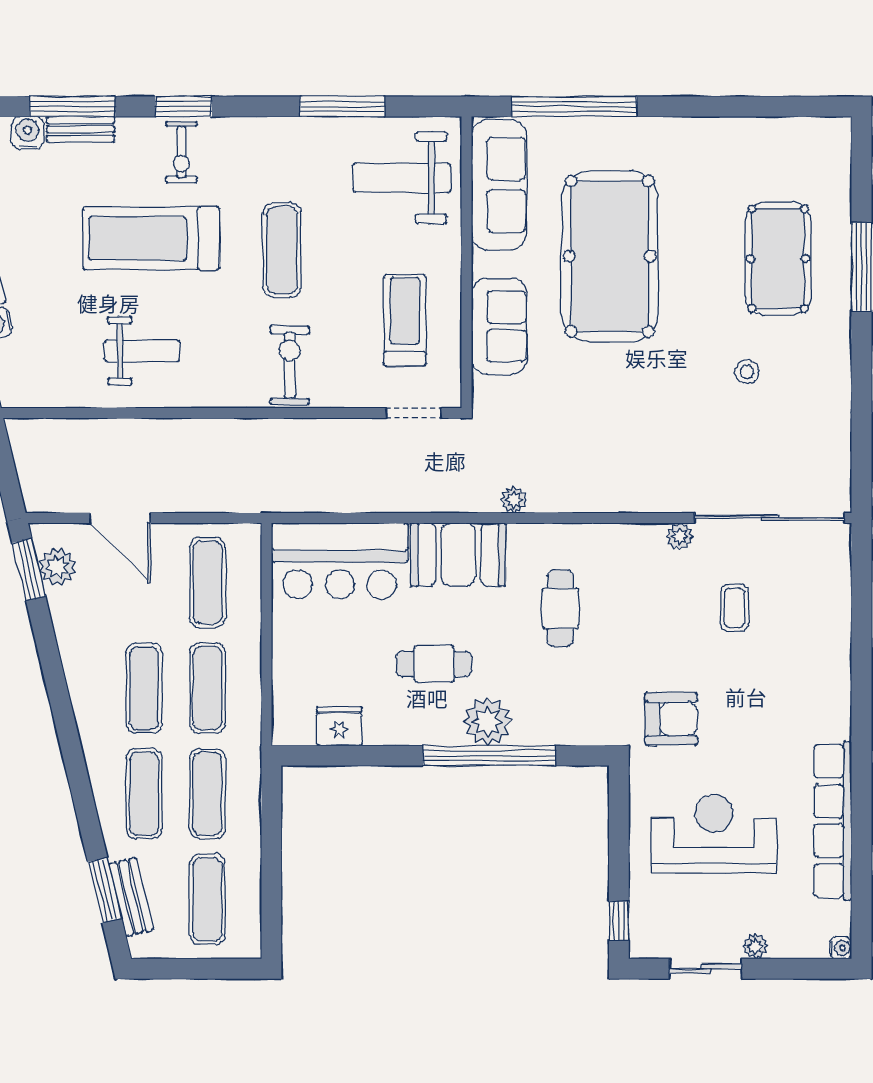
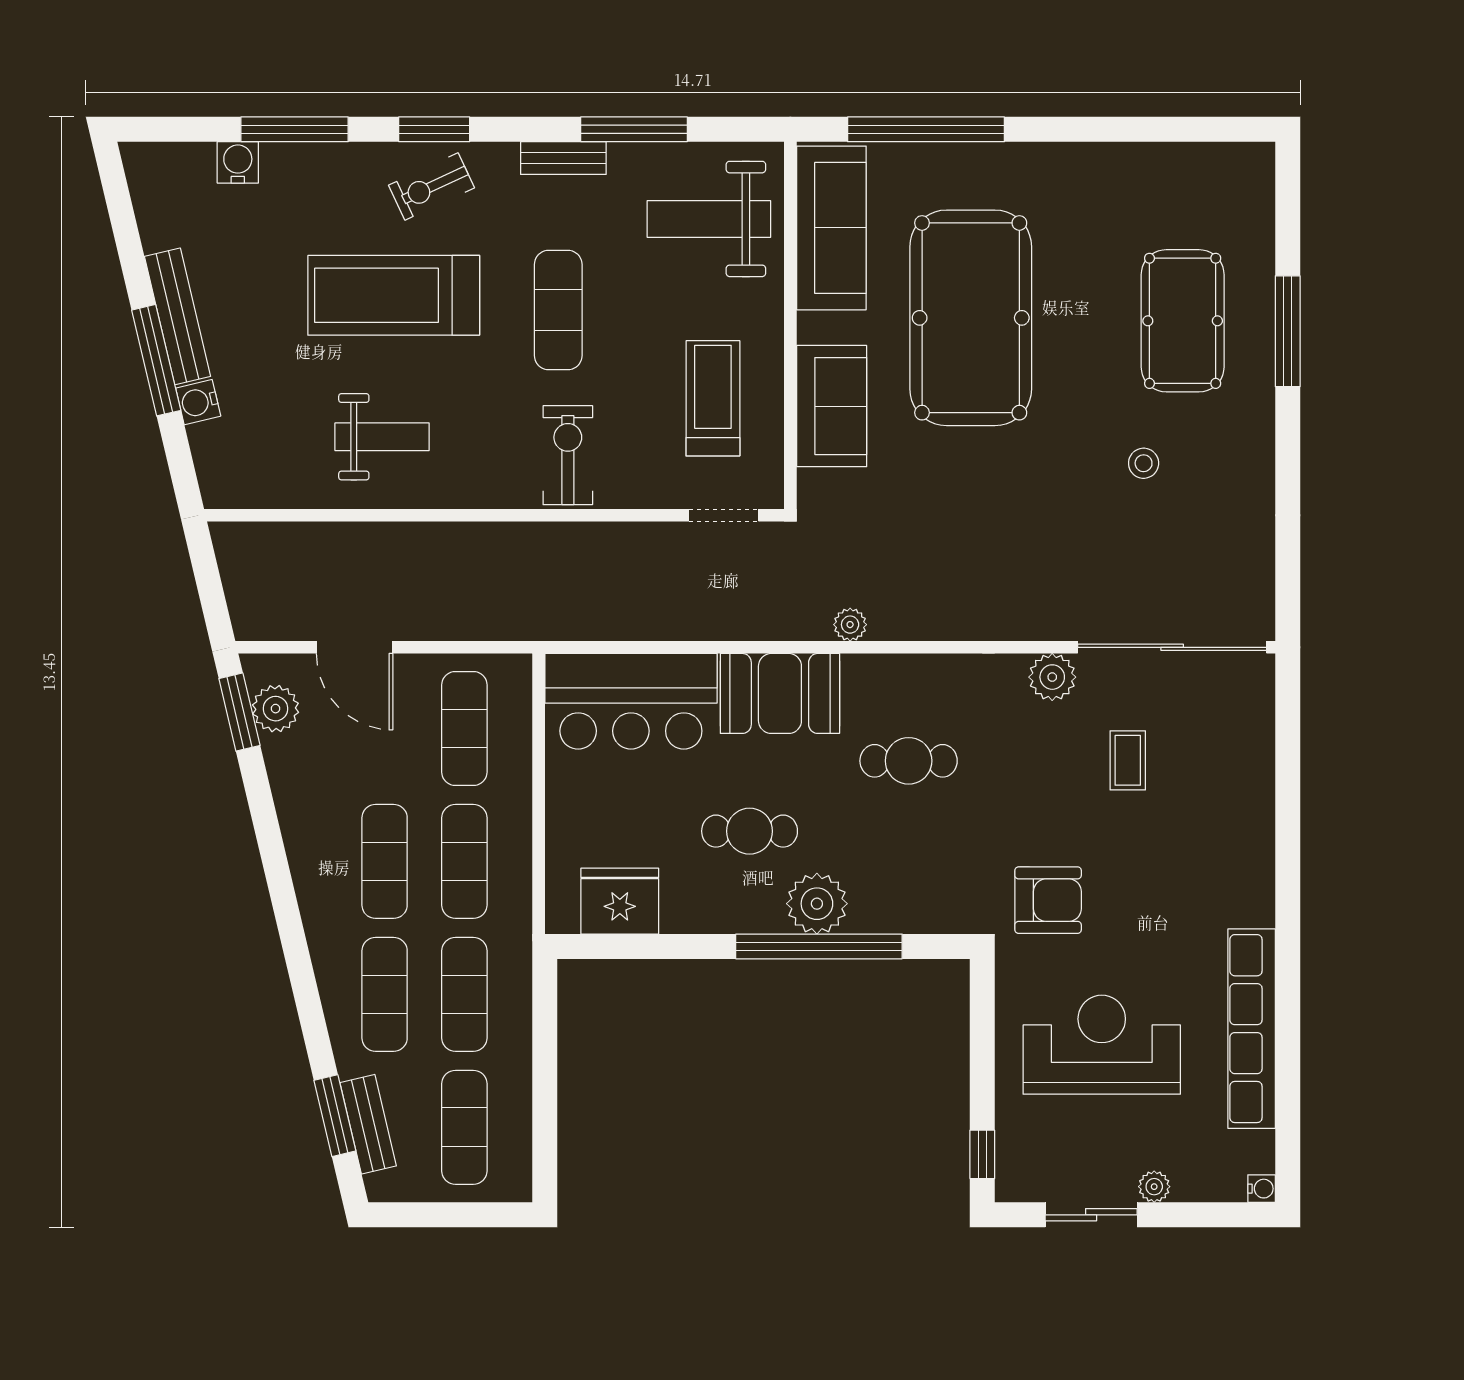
bench: (81, 129) -> (563, 158), moved
exercise bike: (181, 152) -> (431, 187), turned 65
plant: (680, 536) -> (1052, 677), width x1.38, depth x1.38
cafe table: (560, 608) -> (909, 761), turned 90
fridge: (339, 726) -> (620, 901), width x1.36, depth x1.34

